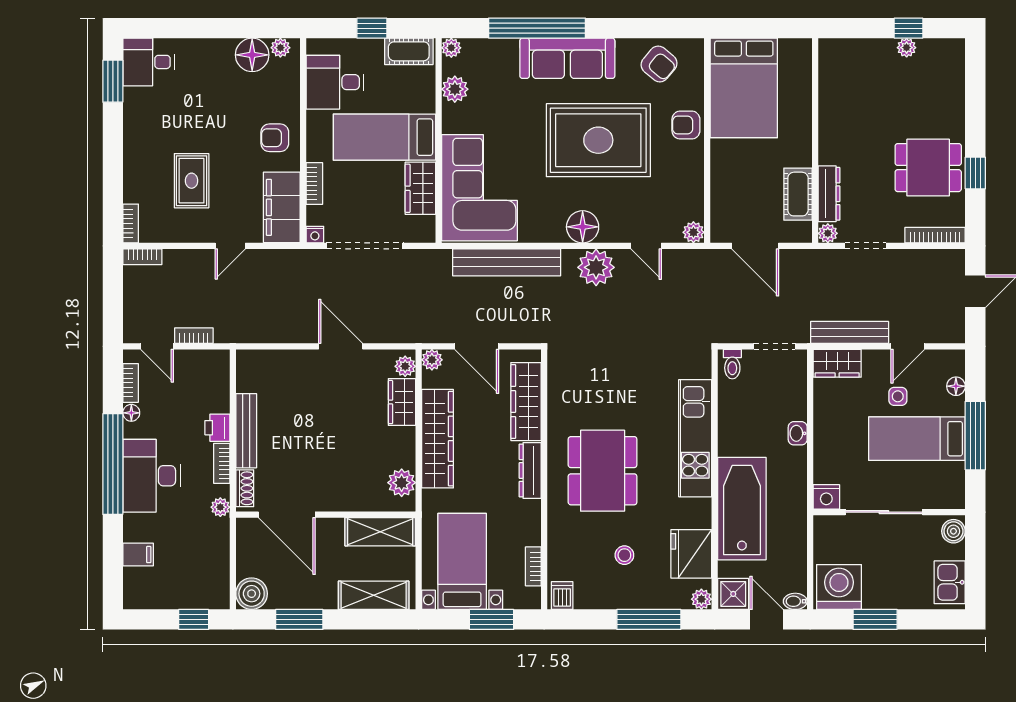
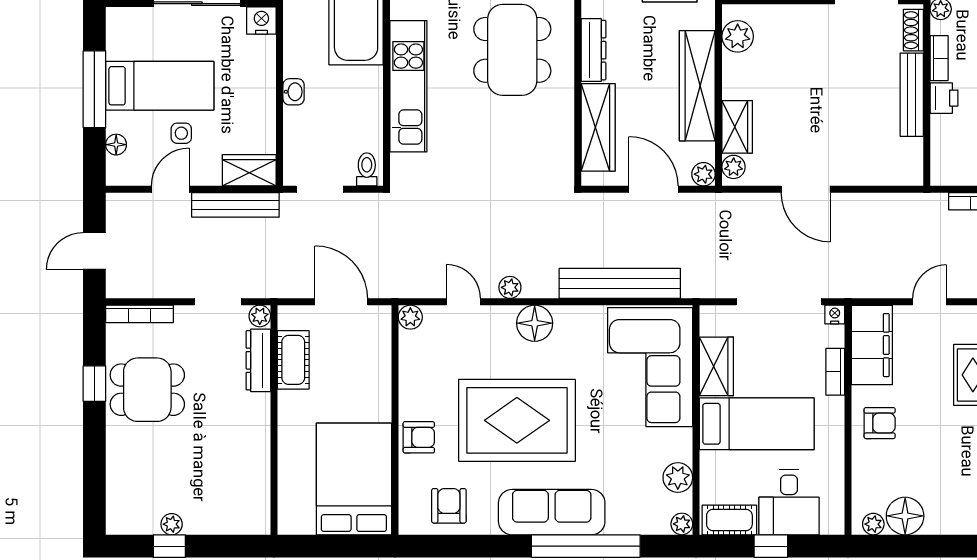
armchair: (659, 64) -> (449, 506), turned 50
desk: (335, 82) -> (789, 502), moved, turned 90
plant: (596, 267) -> (510, 287), width x0.53, depth x0.53

